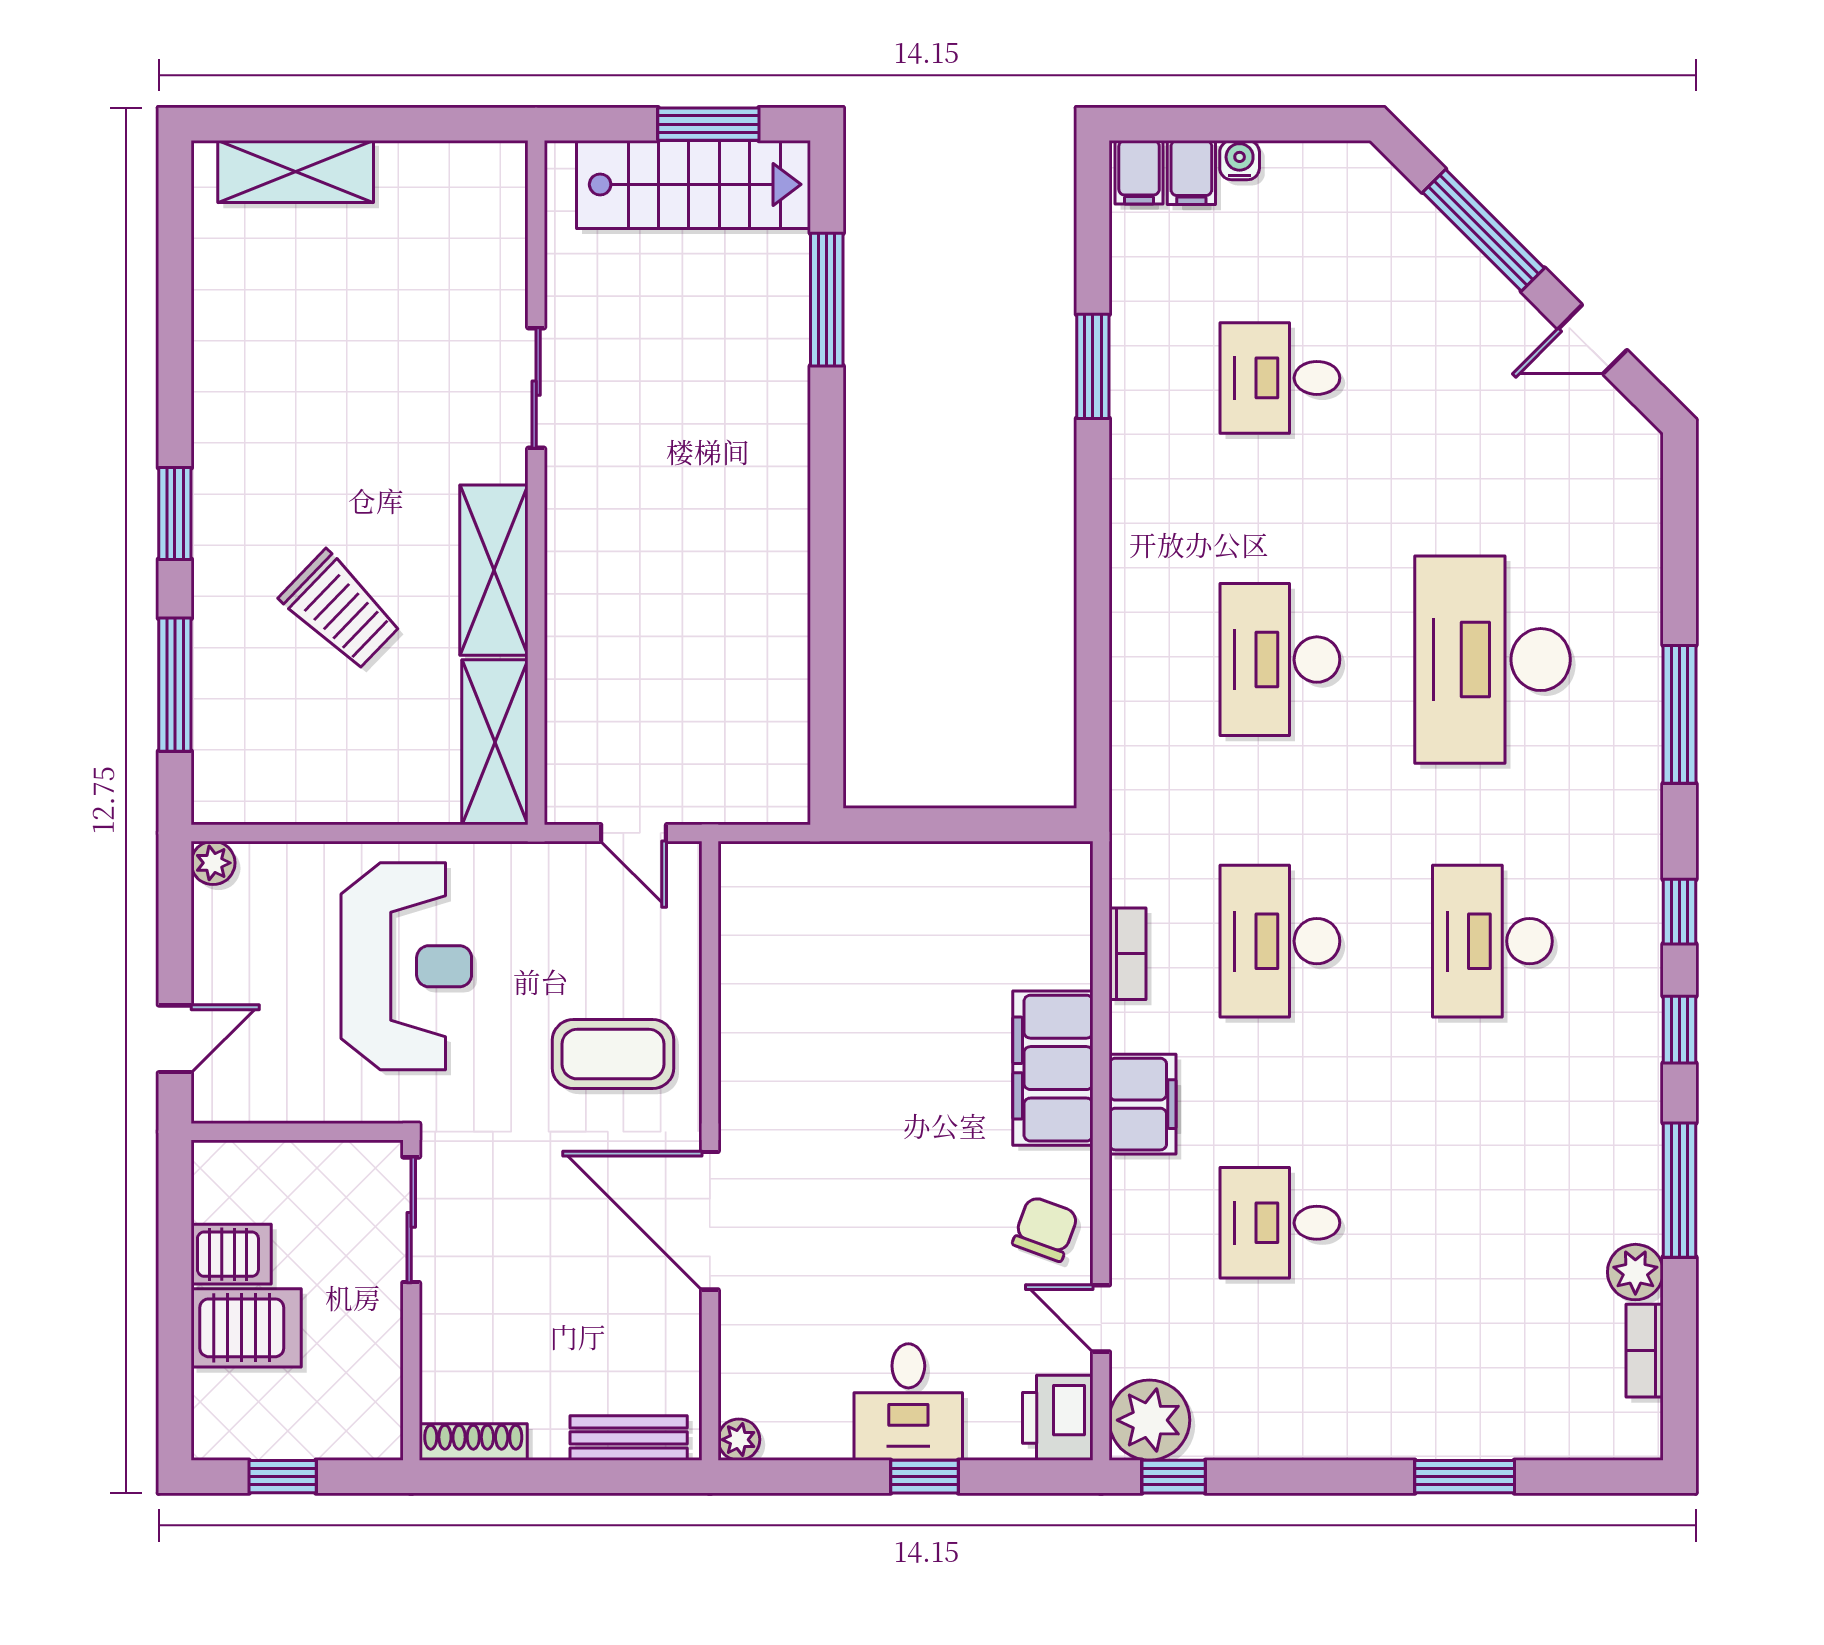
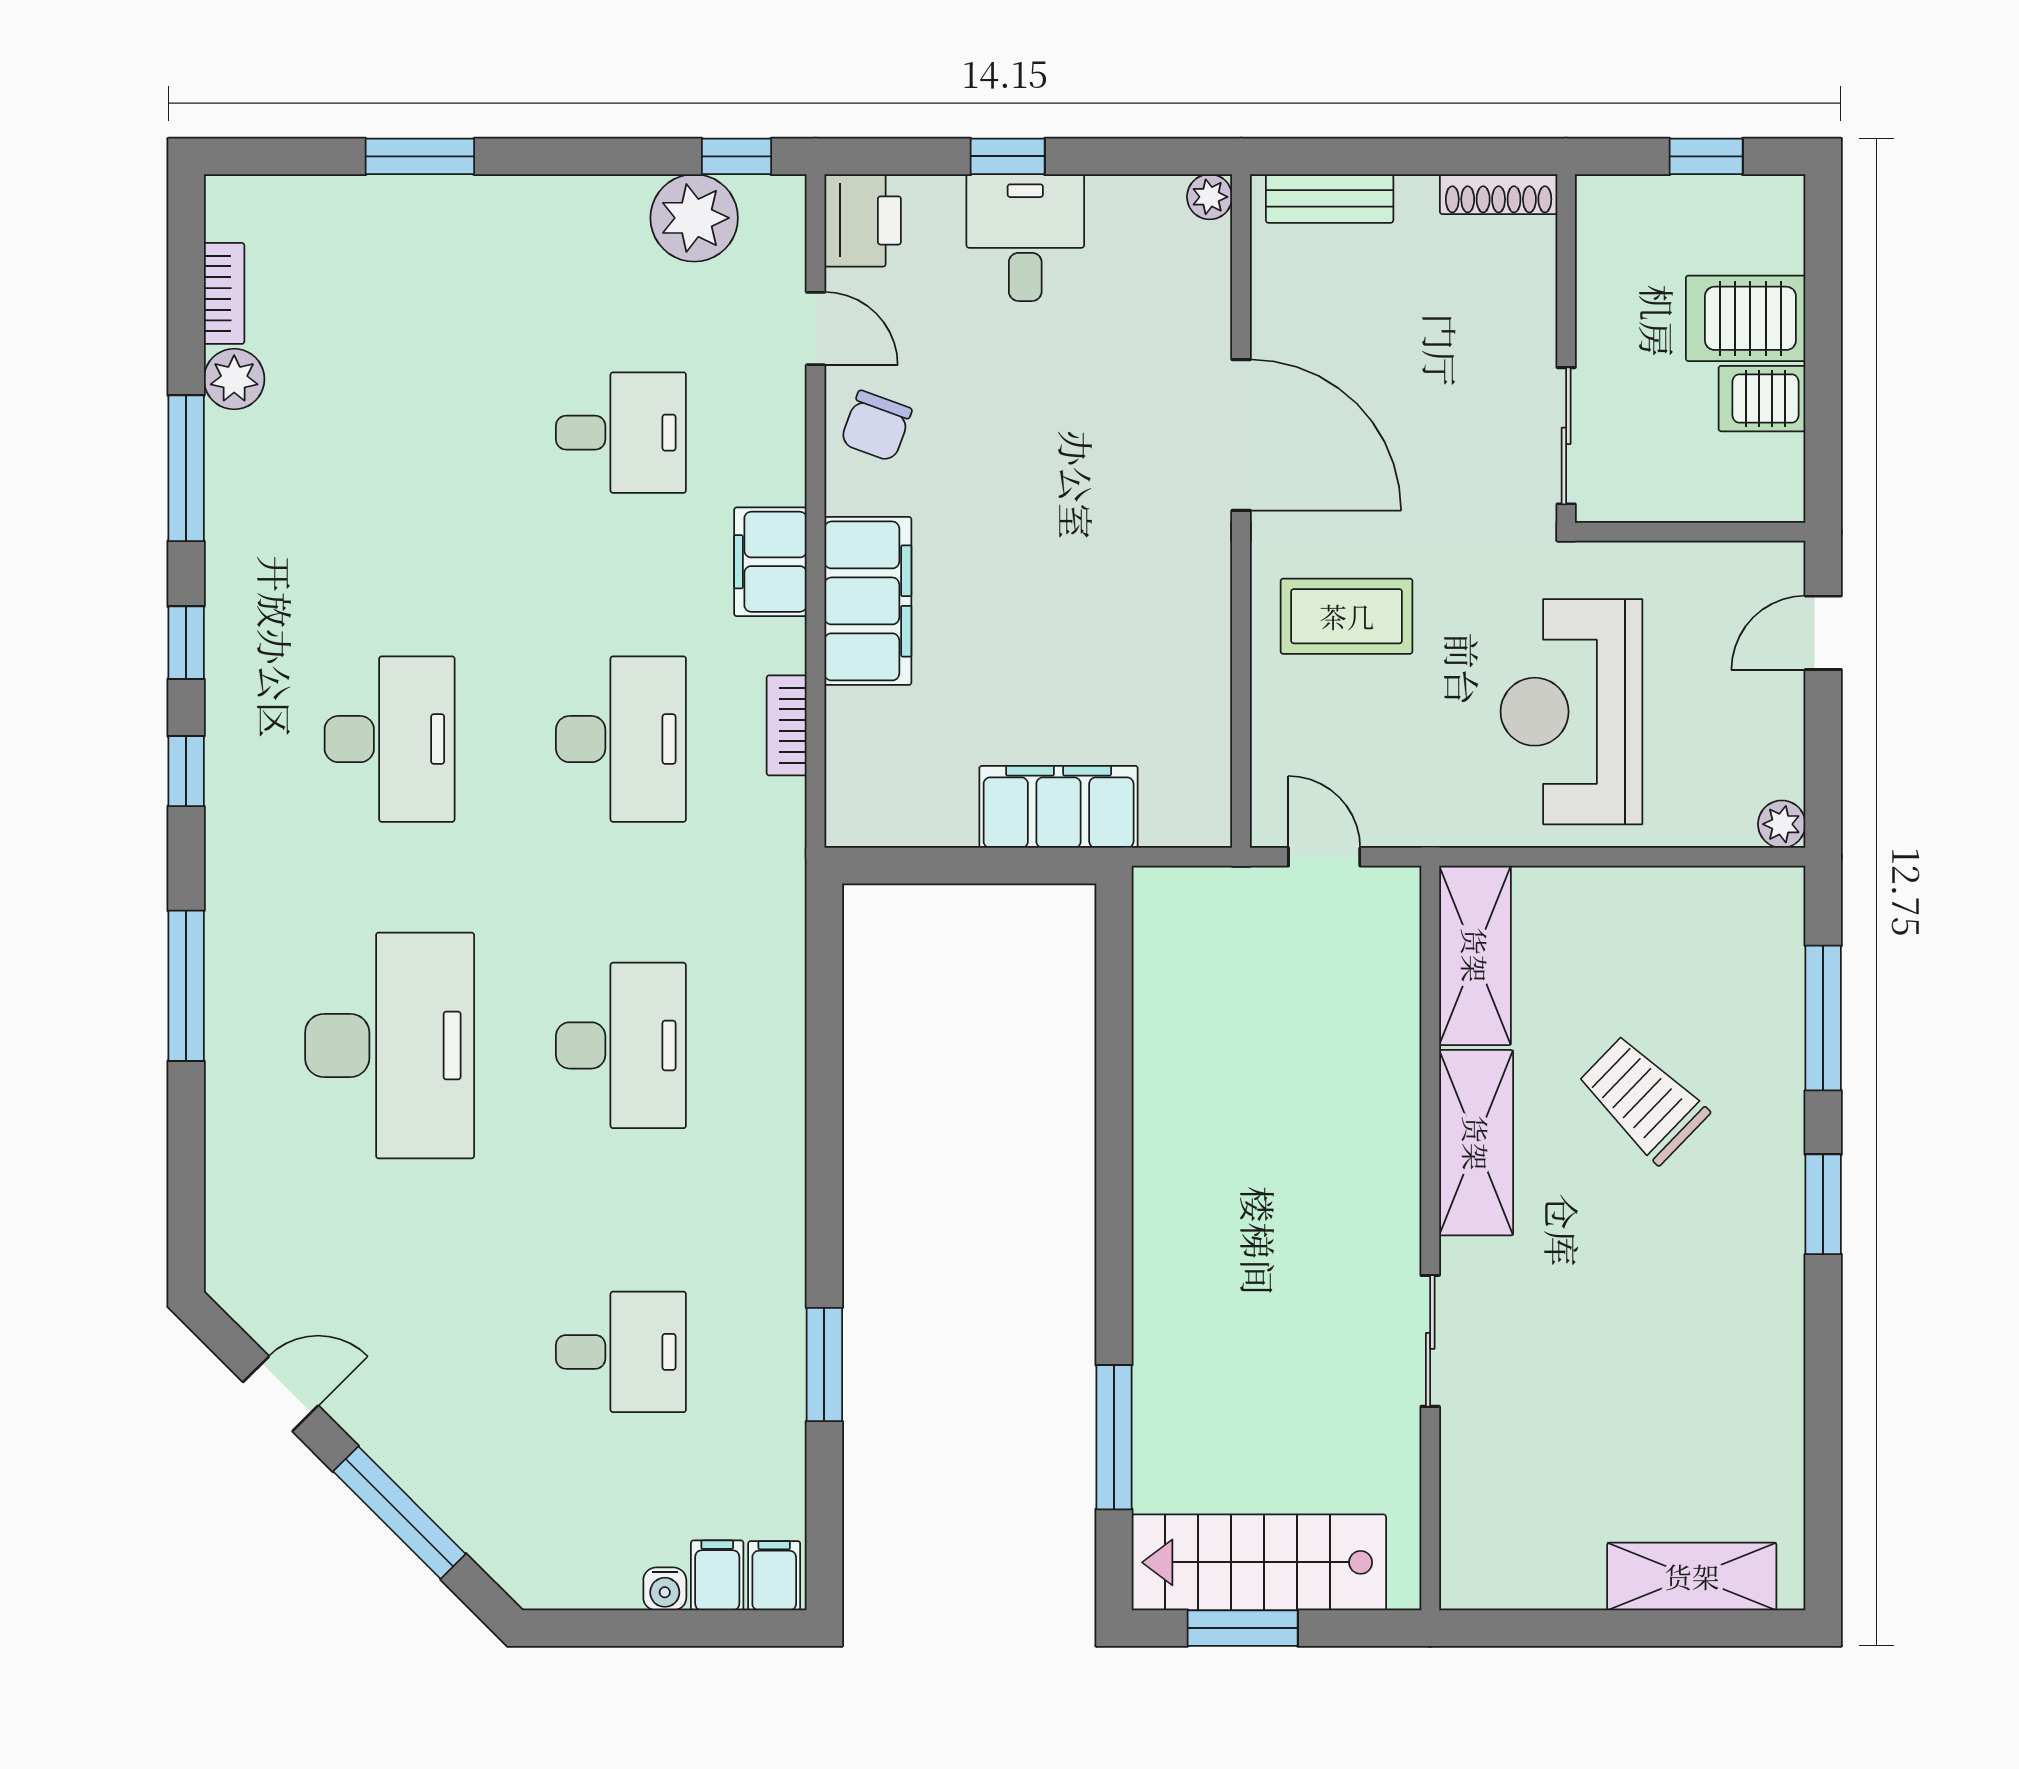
filing cabinet: (878, 879) -> (1059, 807), added
plant: (1149, 1420) -> (694, 218), moved

